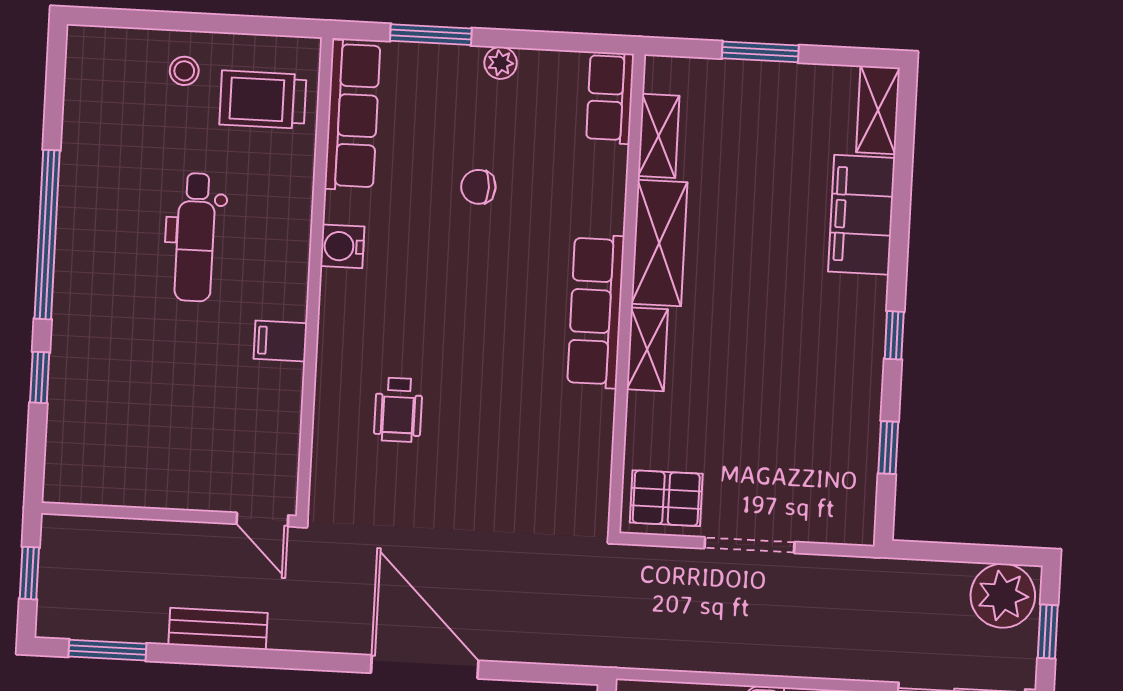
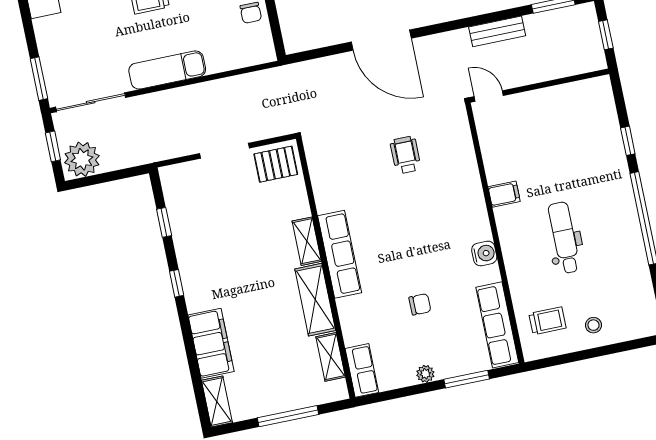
window: (760, 52) -> (288, 416), width x1.44
trolley: (263, 100) -> (547, 321), width x0.73, depth x0.72
wheelchair: (398, 410) -> (406, 155), moved

